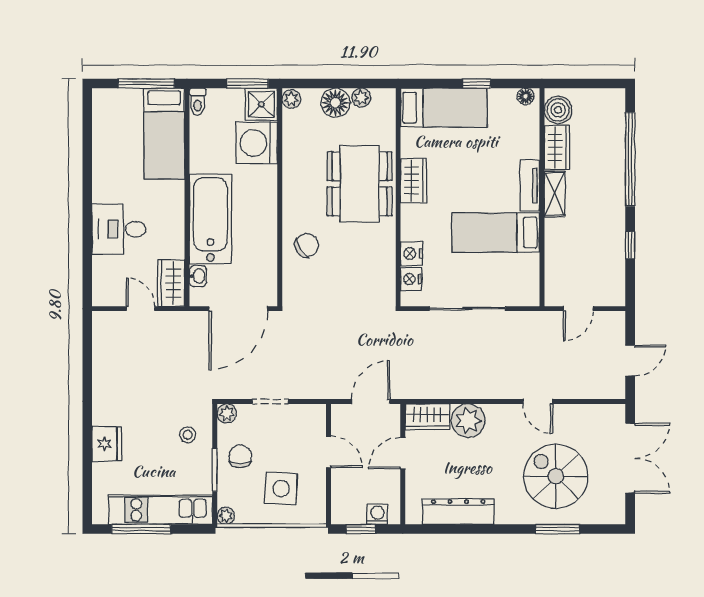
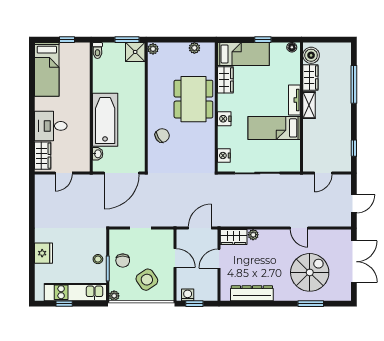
window: (146, 84) -> (67, 40), width x0.46
floor lamp: (335, 103) -> (179, 51), removed
bed: (164, 134) -> (47, 69), moved
washing machine: (257, 143) -> (132, 75), removed
window: (630, 159) -> (354, 84), width x0.68
wardrobe: (413, 181) -> (225, 80), moved
window: (630, 245) -> (354, 148), moved
nightstand: (412, 254) -> (224, 119), moved
wardrobe: (171, 283) -> (43, 156), moved, turned 180
door: (141, 309) -> (64, 173), swing flipped
plant: (227, 413) -> (115, 235), removed
plant: (468, 421) -> (253, 235), width x0.53, depth x0.53
stool: (188, 435) -> (98, 259), moved
chair: (240, 456) -> (123, 261), turned 180
spiral stairs: (556, 476) -> (310, 272), turned 90
side table: (281, 488) -> (147, 280), turned -37
washing machine: (377, 514) -> (188, 295), moved
window: (141, 529) -> (64, 304), width x0.46

